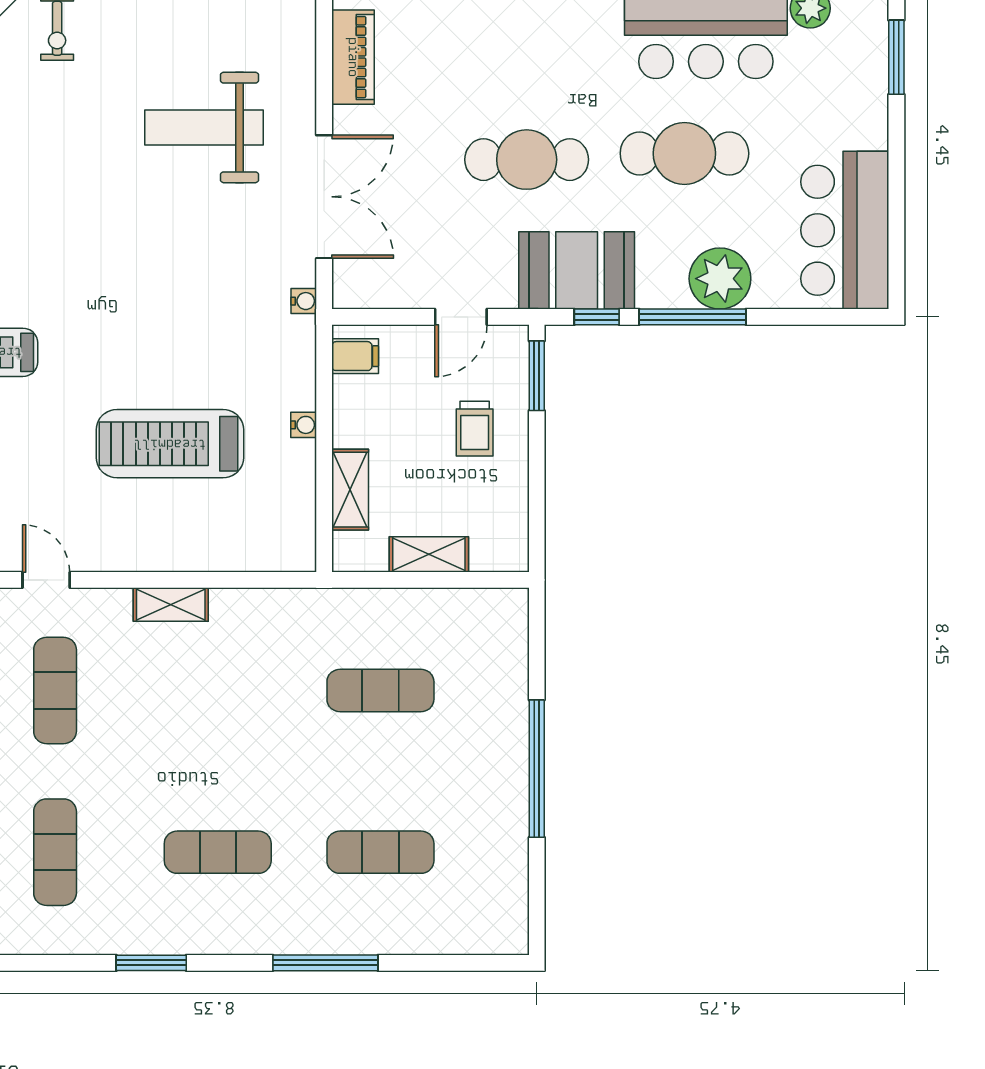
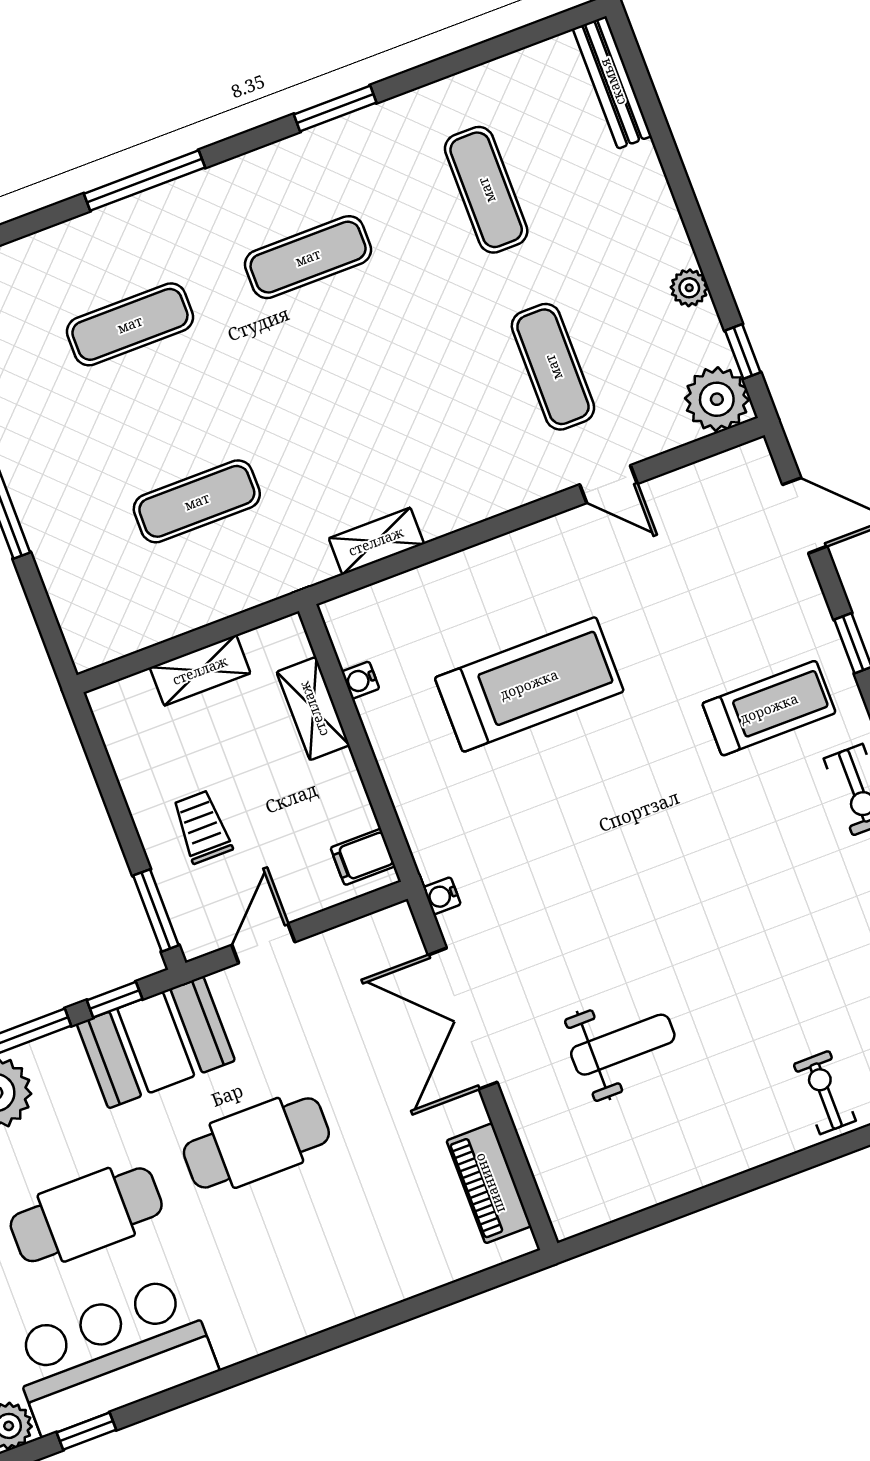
weight bench: (204, 127) -> (623, 1045), width x0.73, depth x0.75
water cooler: (304, 425) -> (360, 680), moved
shelving: (171, 604) -> (376, 541), moved

